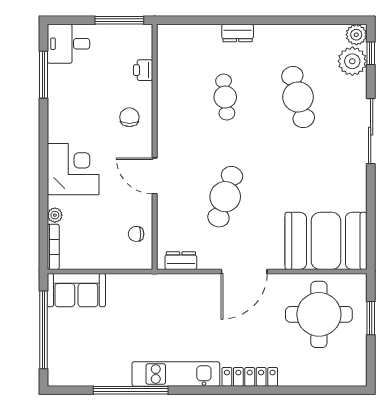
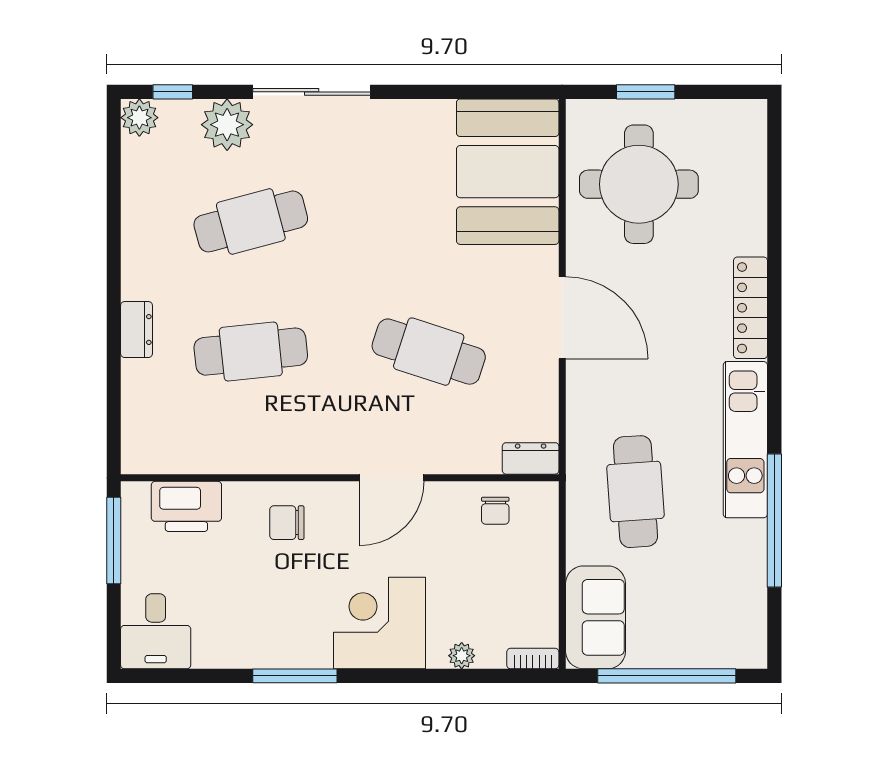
plant: (352, 61) -> (227, 125), moved
printer: (143, 70) -> (186, 506), width x1.87, depth x1.48
window: (44, 75) -> (295, 676), moved
cafe table: (225, 97) -> (251, 352), width x1.37, depth x1.35
bookcase: (53, 247) -> (533, 659), width x0.64
dresser: (181, 261) -> (531, 458), moved, turned 90
cafe table: (147, 312) -> (635, 492), added

